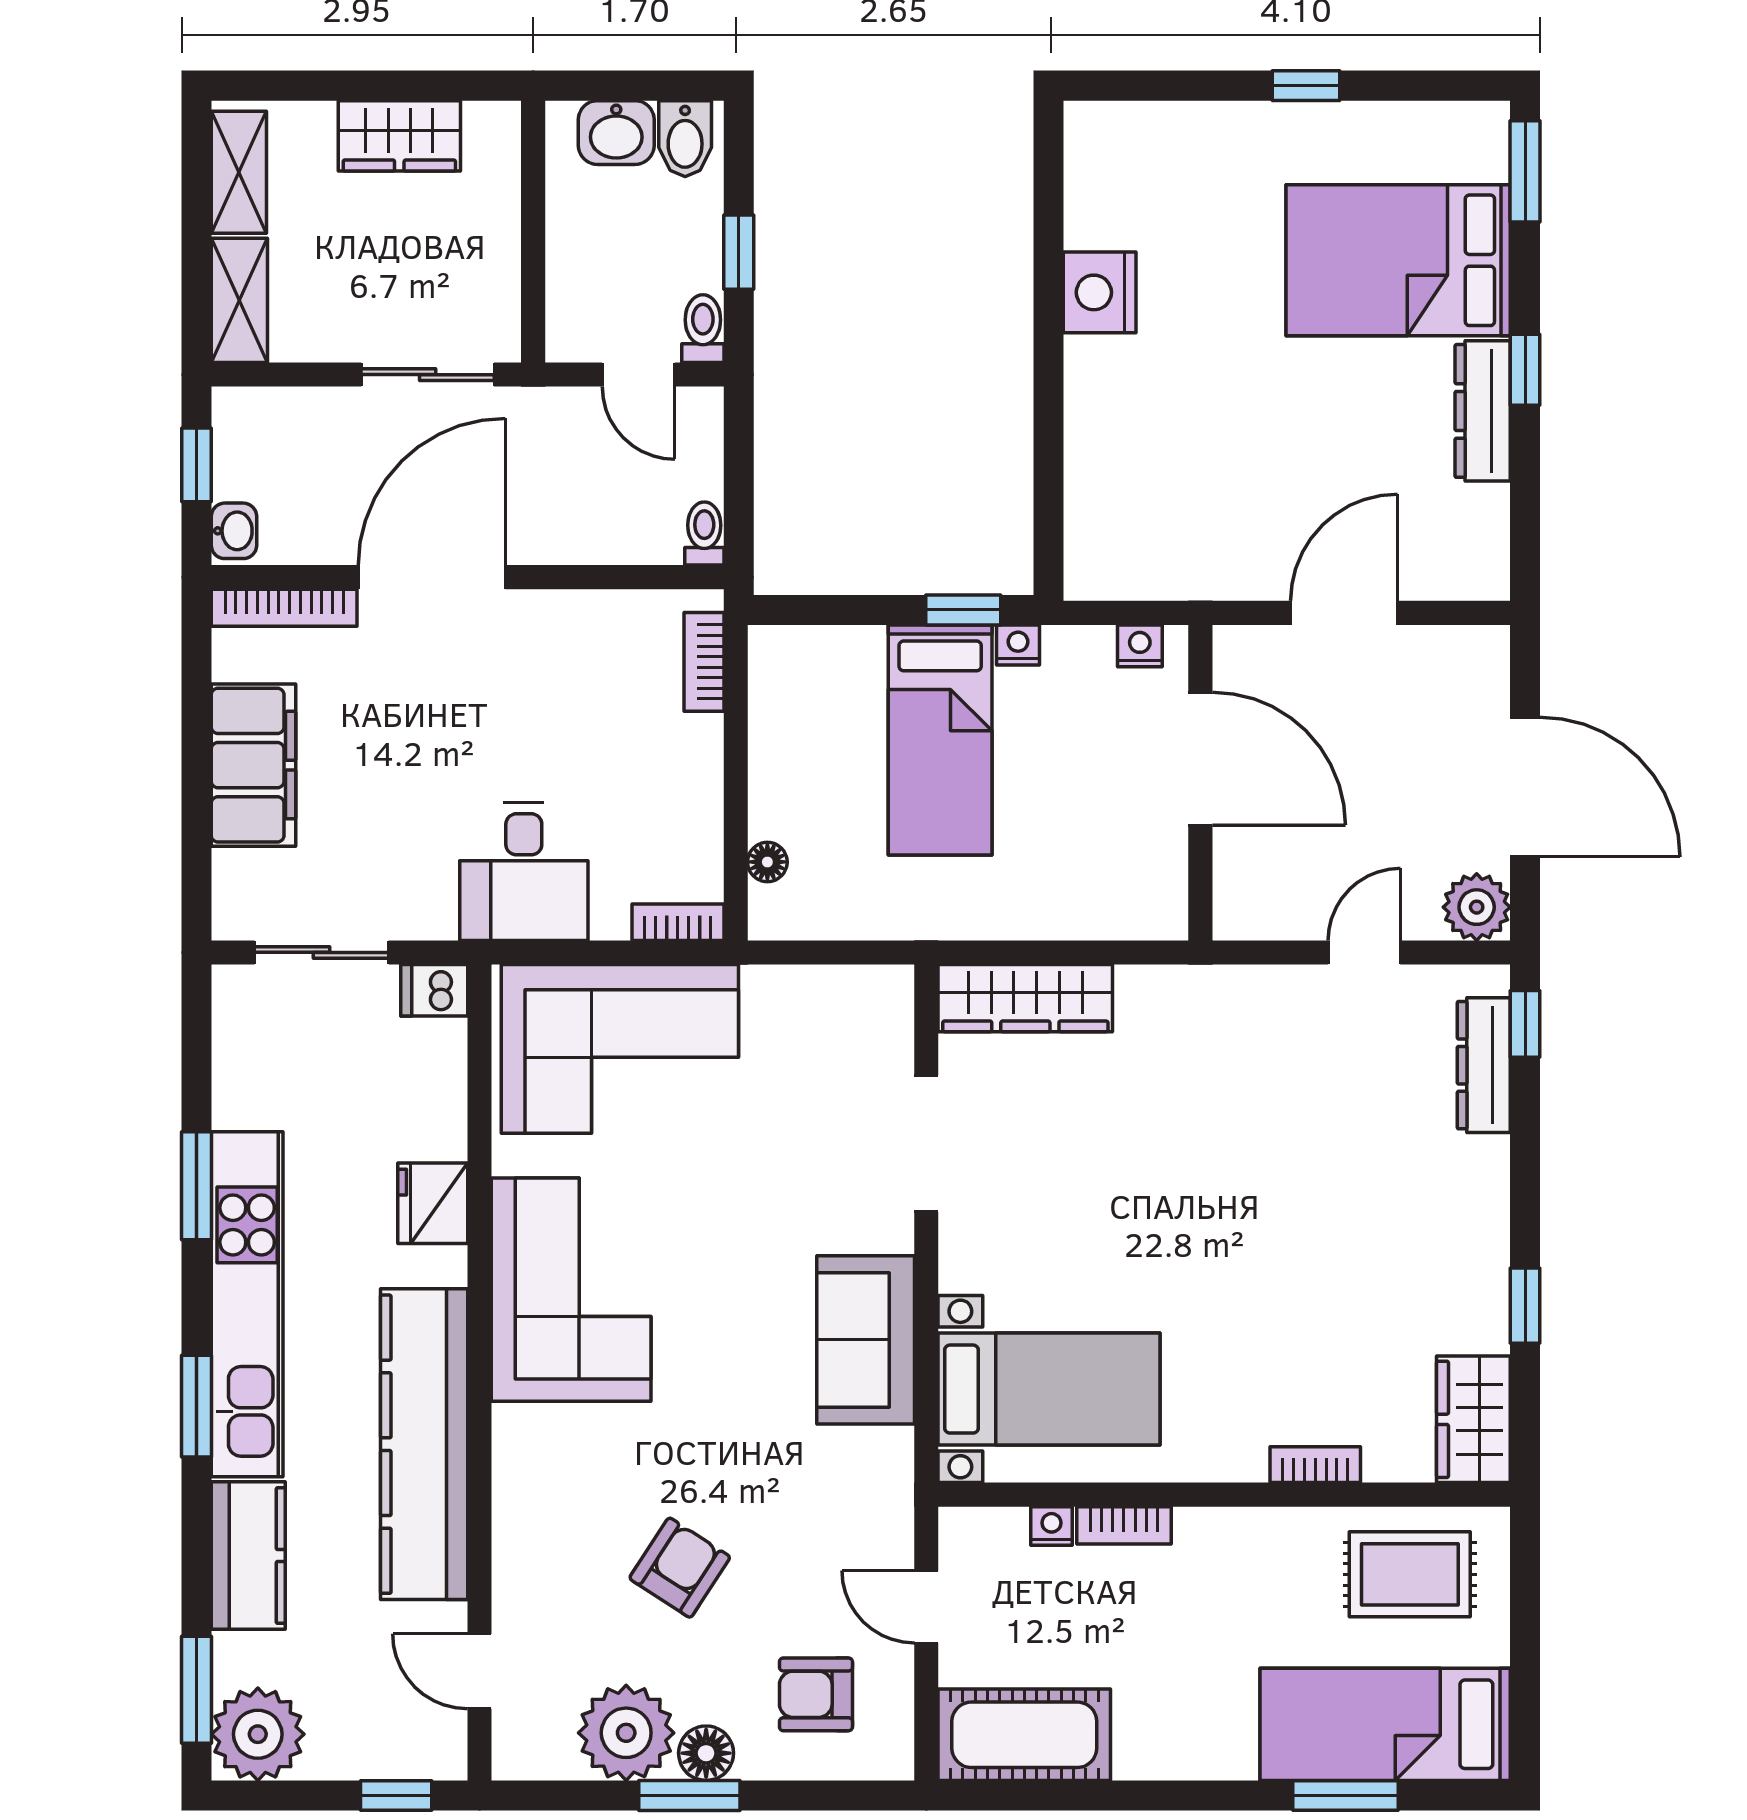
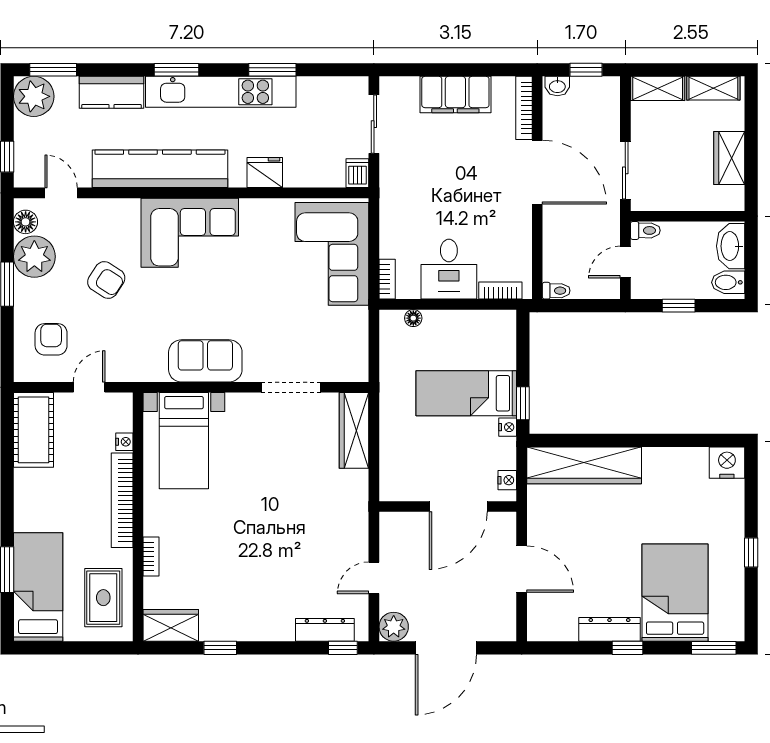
washbasin: (616, 133) -> (731, 246), width x1.38
nightstand: (1100, 292) -> (727, 463), moved
toilet: (703, 329) -> (645, 230), moved
wardrobe: (1106, 469) -> (584, 465), added
desk: (524, 872) -> (449, 269), moved, turned -90
door: (1364, 952) -> (374, 578), swing flipped
corner sofa: (571, 1290) -> (190, 233), moved
bookcase: (1124, 1525) -> (122, 500), width x2.31, depth x1.31
door: (479, 1671) -> (61, 193), hinge flipped
floor lamp: (706, 1753) -> (26, 222), moved

